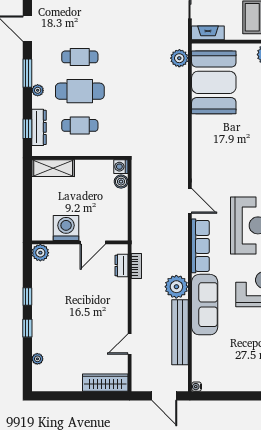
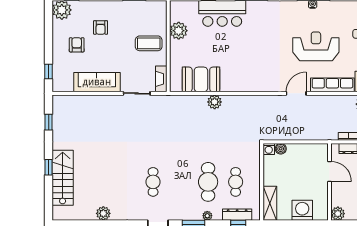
cafe table: (80, 57) -> (153, 182), moved
plant: (179, 58) -> (215, 102), moved
booth: (214, 82) -> (201, 79), width x0.73, depth x0.70
washing machine: (66, 228) -> (302, 210), moved, turned 90

